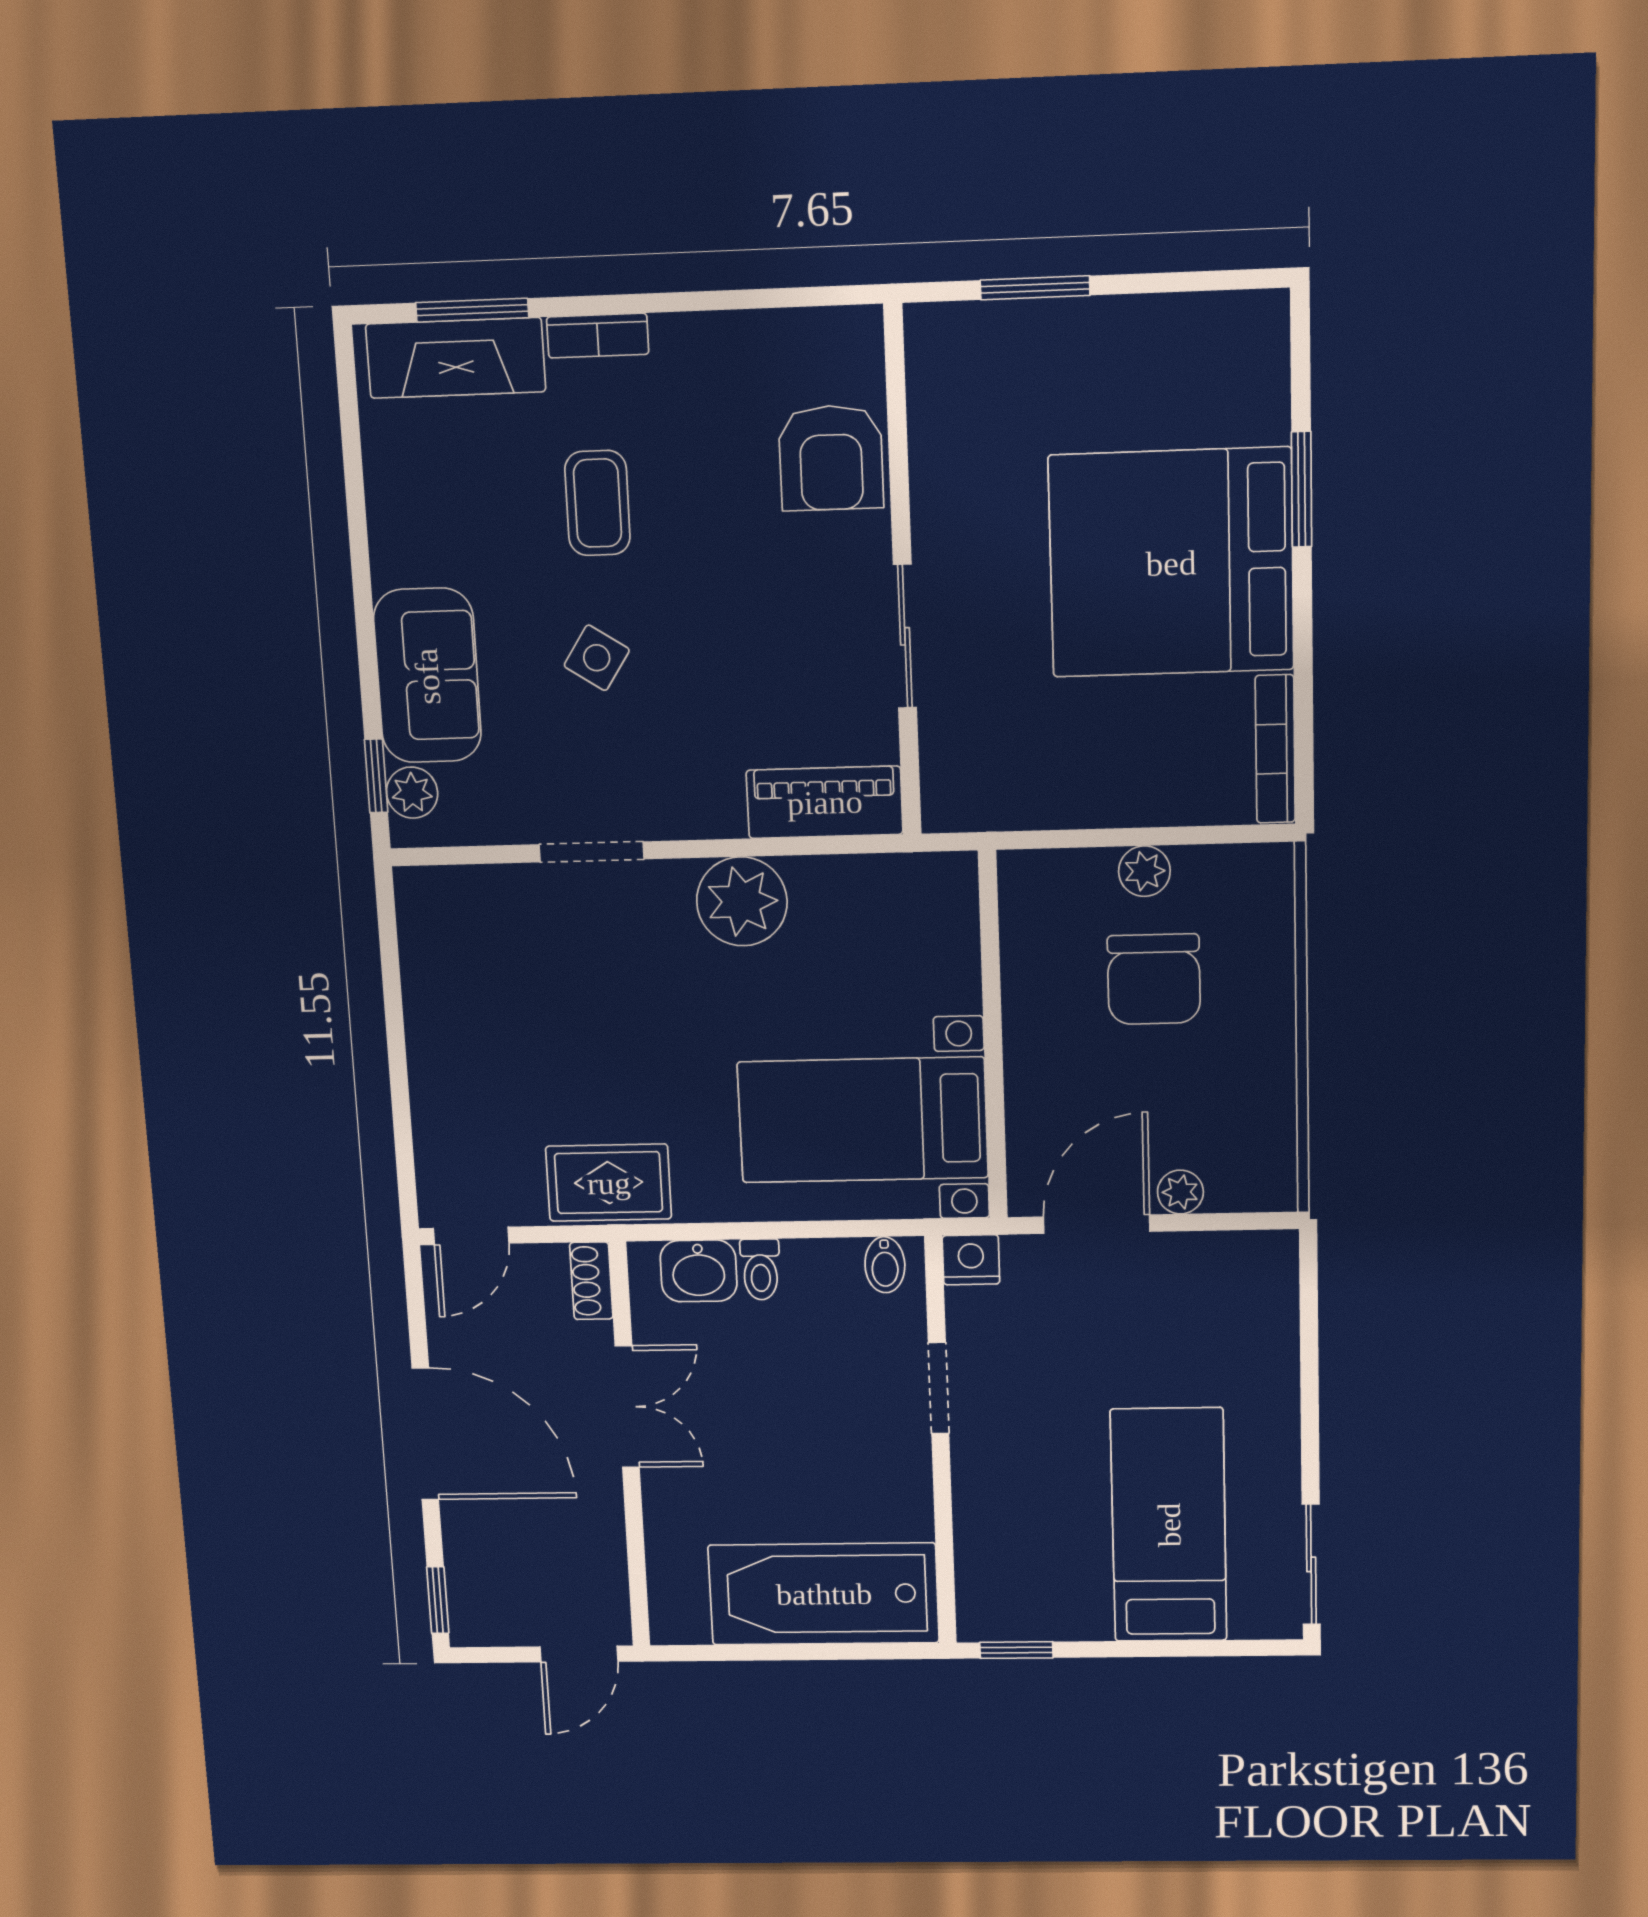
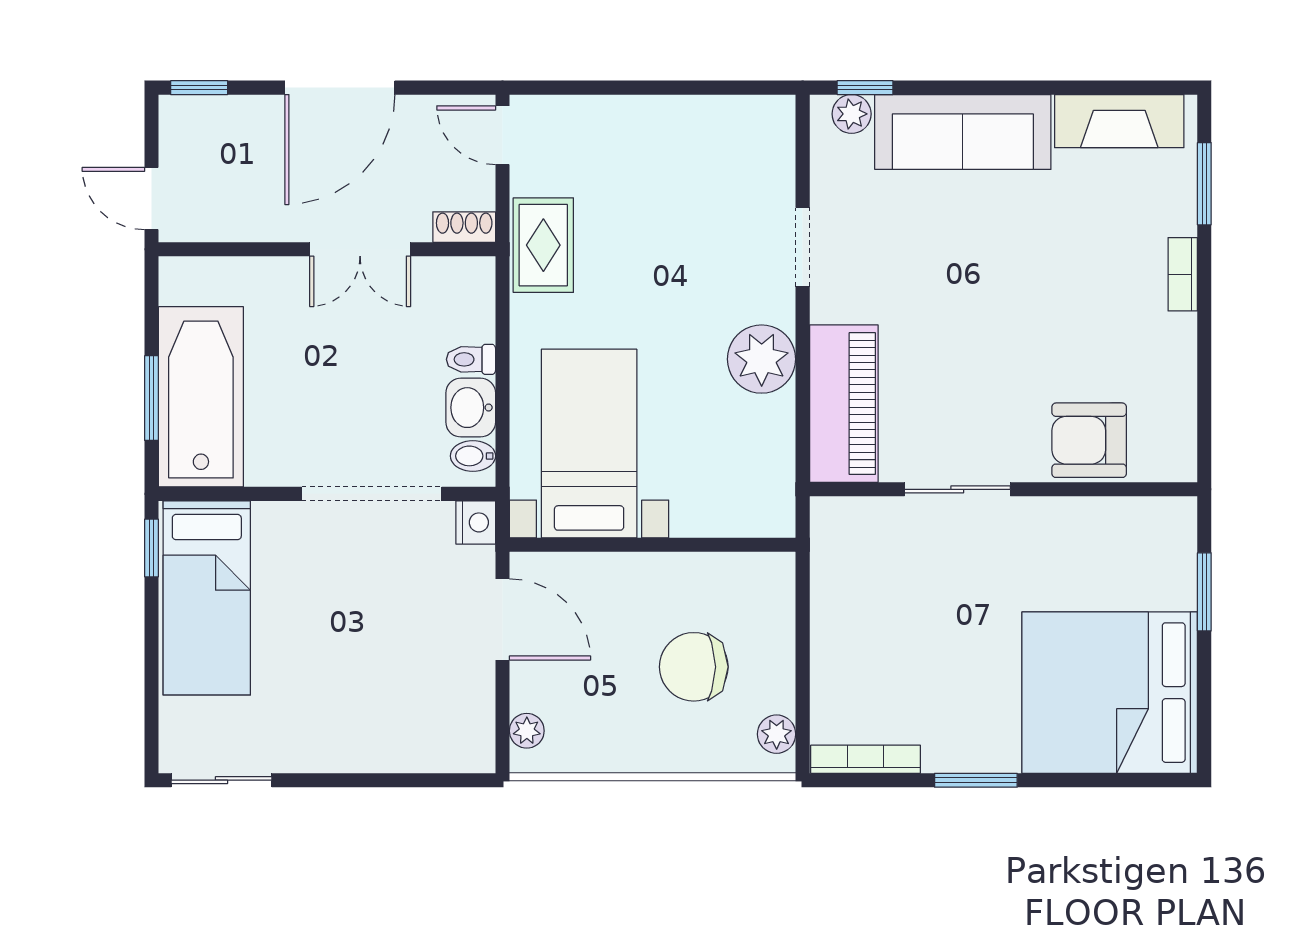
fireplace: (456, 358) -> (1119, 121), moved, turned -90
window: (1302, 489) -> (976, 780), moved
coffee table: (598, 503) -> (1062, 267), removed
bed: (1171, 563) -> (1110, 693), moved, turned -90
side table: (597, 658) -> (949, 260), removed
sofa: (427, 676) -> (963, 132), width x1.36
piano: (825, 802) -> (844, 404), width x1.37, depth x1.33
plant: (1144, 871) -> (777, 734), moved
plant: (1180, 1192) -> (527, 731), moved
washbasin: (699, 1271) -> (471, 408), moved
doorway: (939, 1388) -> (372, 494), width x1.87
bed: (1169, 1525) -> (207, 598), moved, turned 90
window: (828, 1652) -> (152, 398), added

